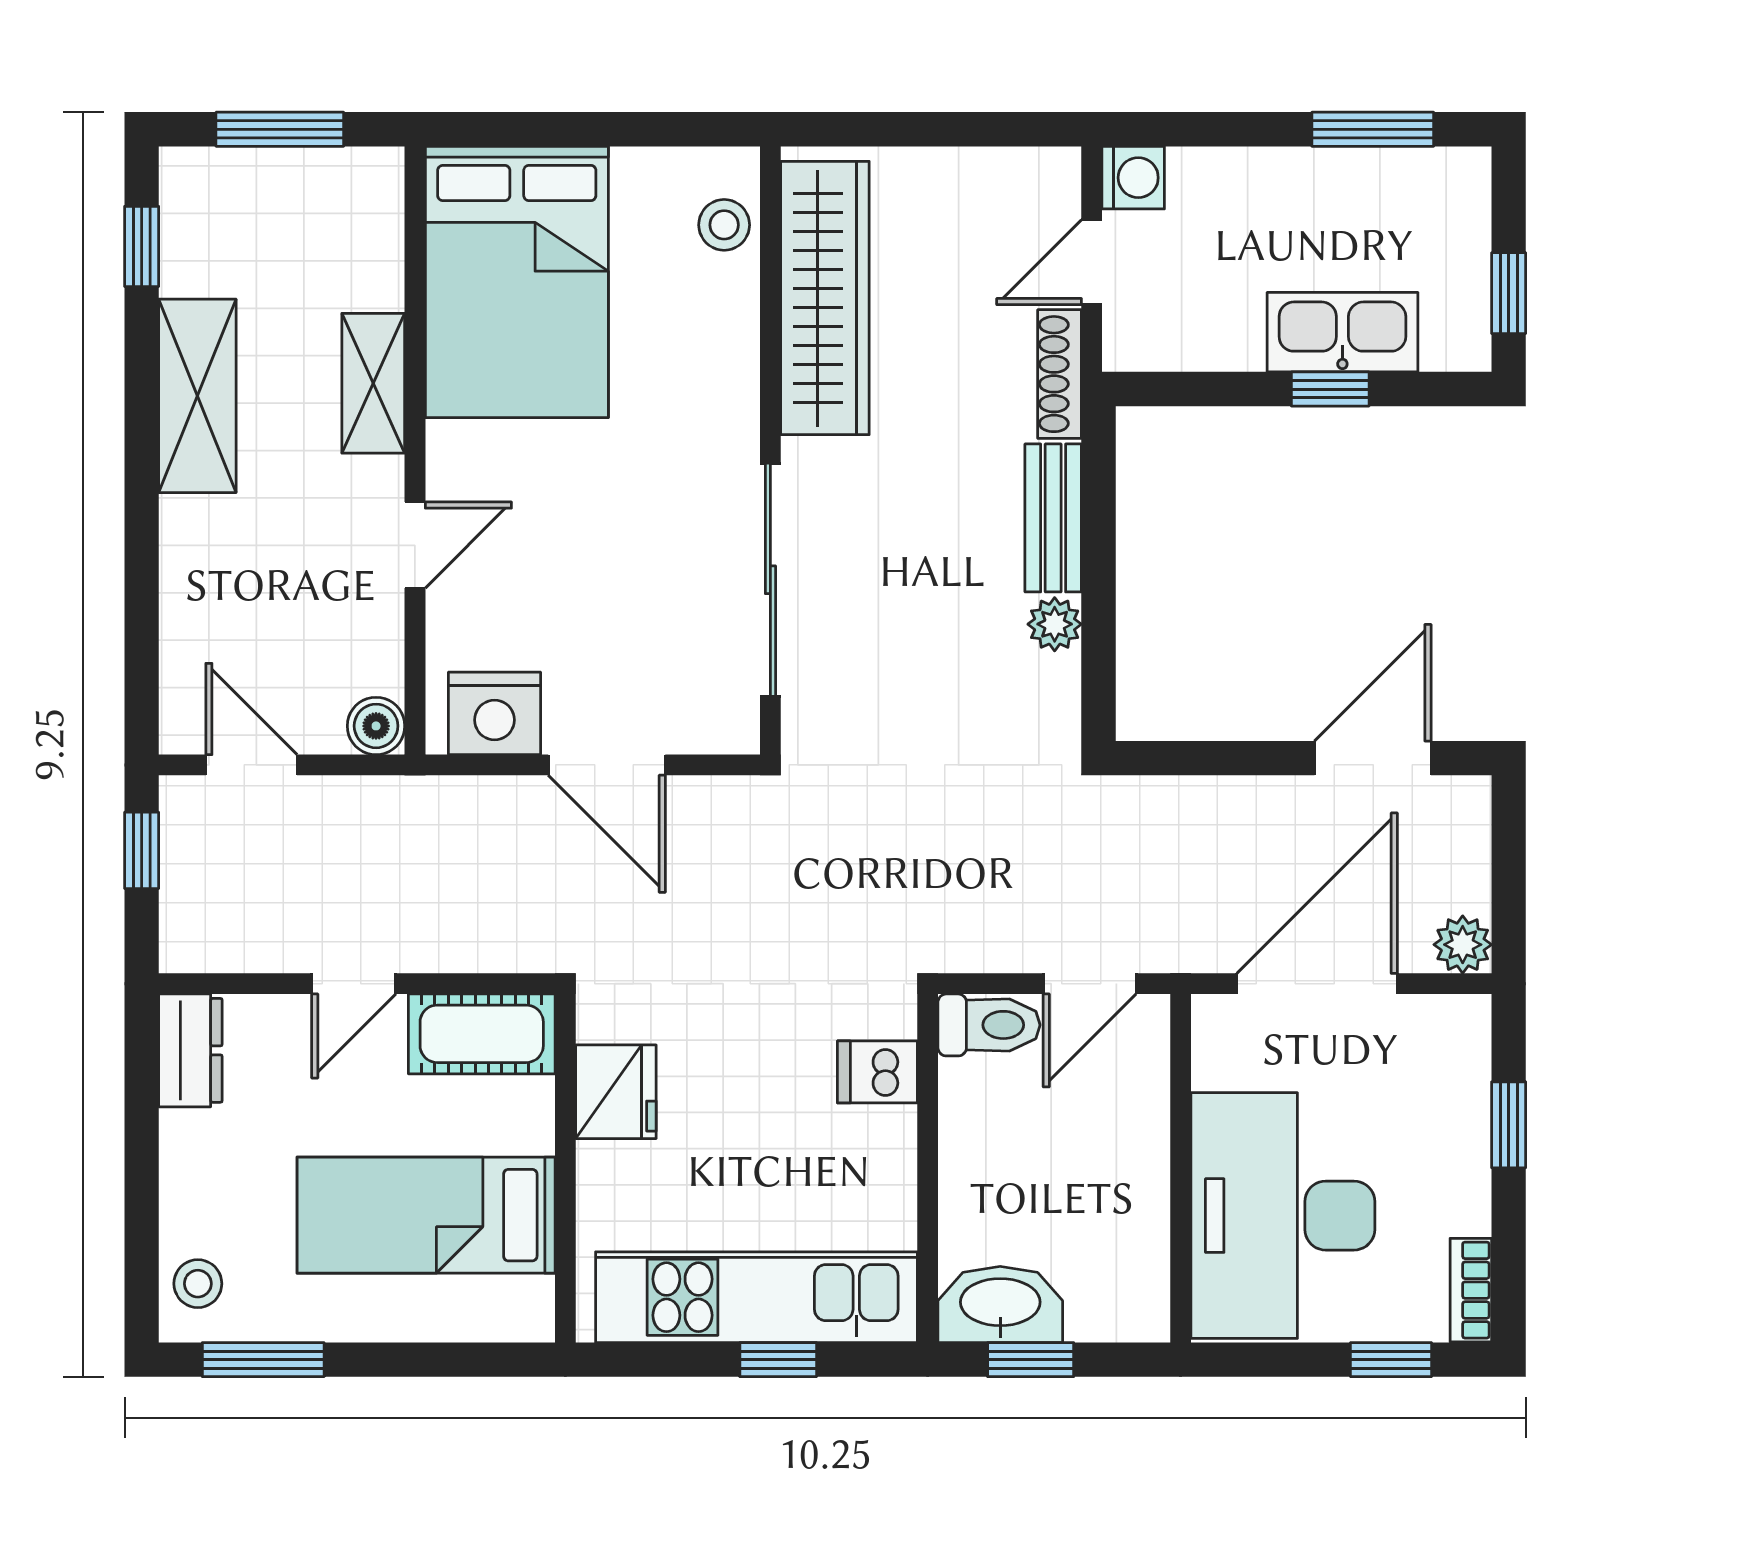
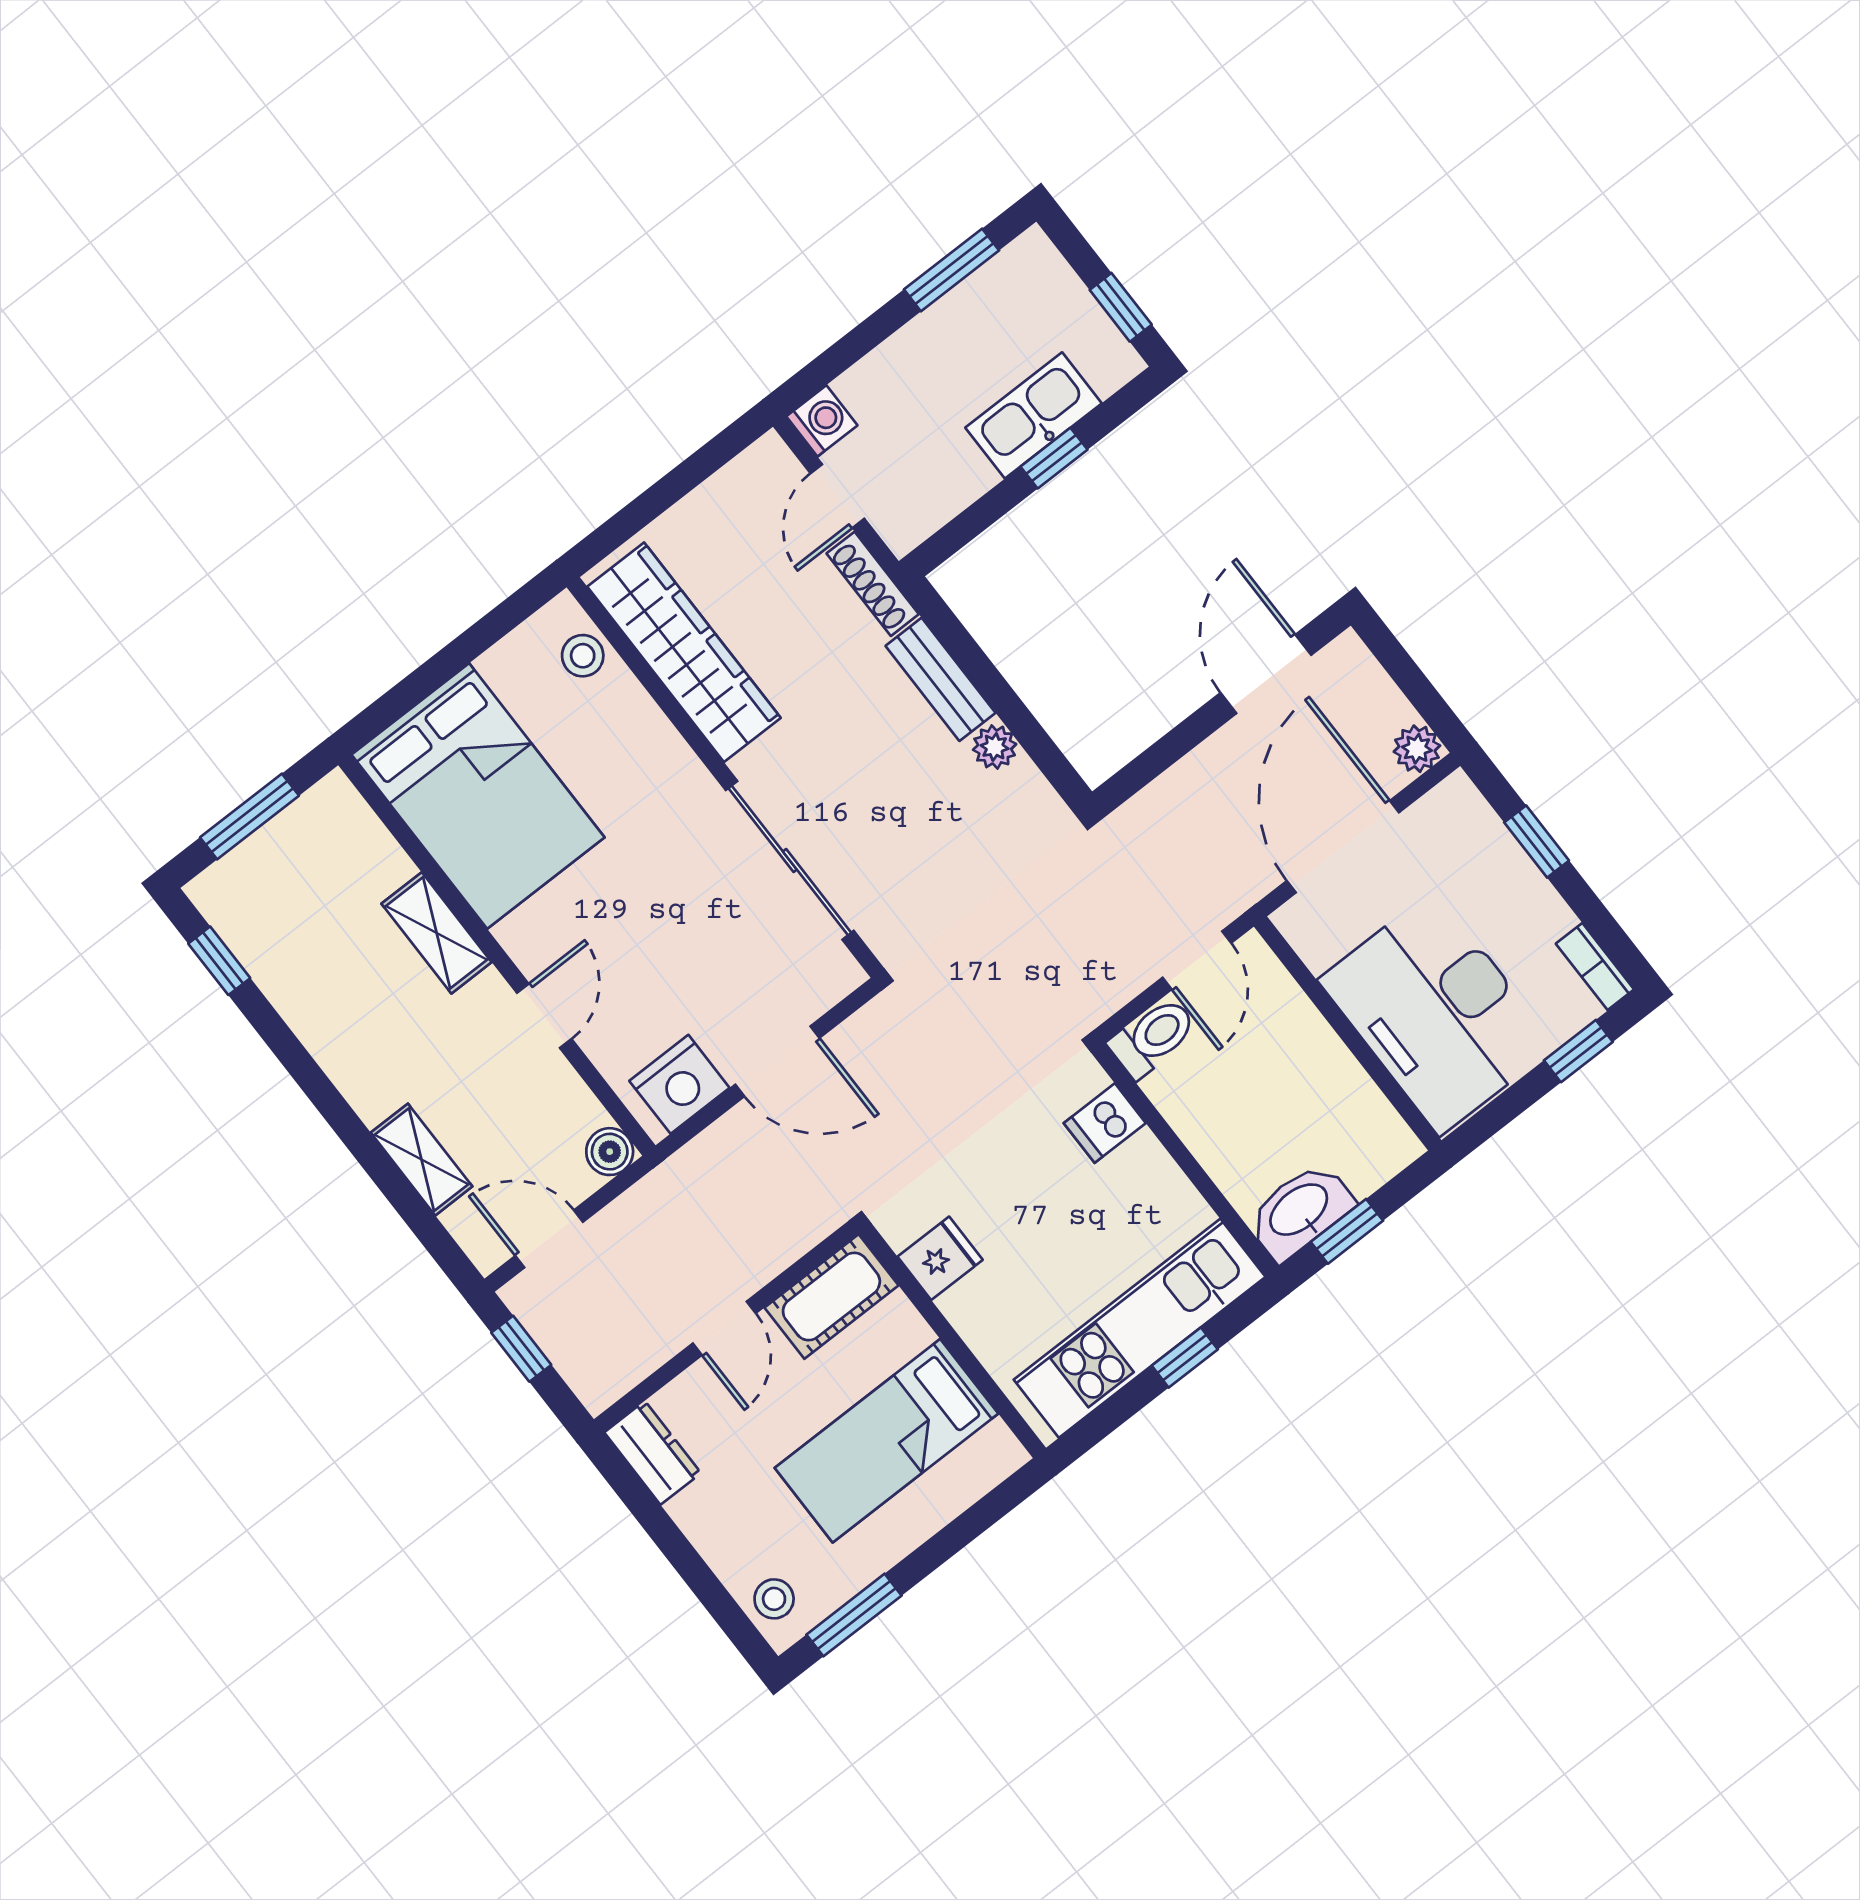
shelving: (197, 396) -> (422, 1160), moved, width x0.67, depth x0.75
fridge: (616, 1092) -> (940, 1258), width x0.72

